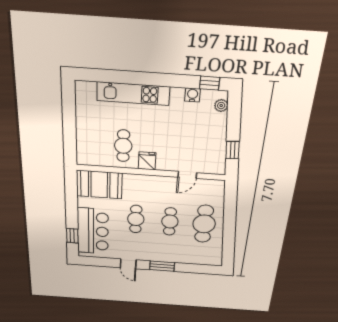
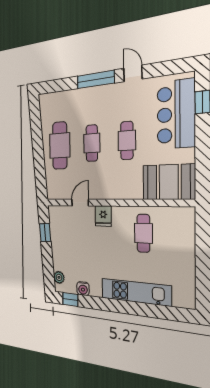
fridge: (147, 161) -> (103, 216), moved
window: (162, 266) -> (96, 79), width x1.44

